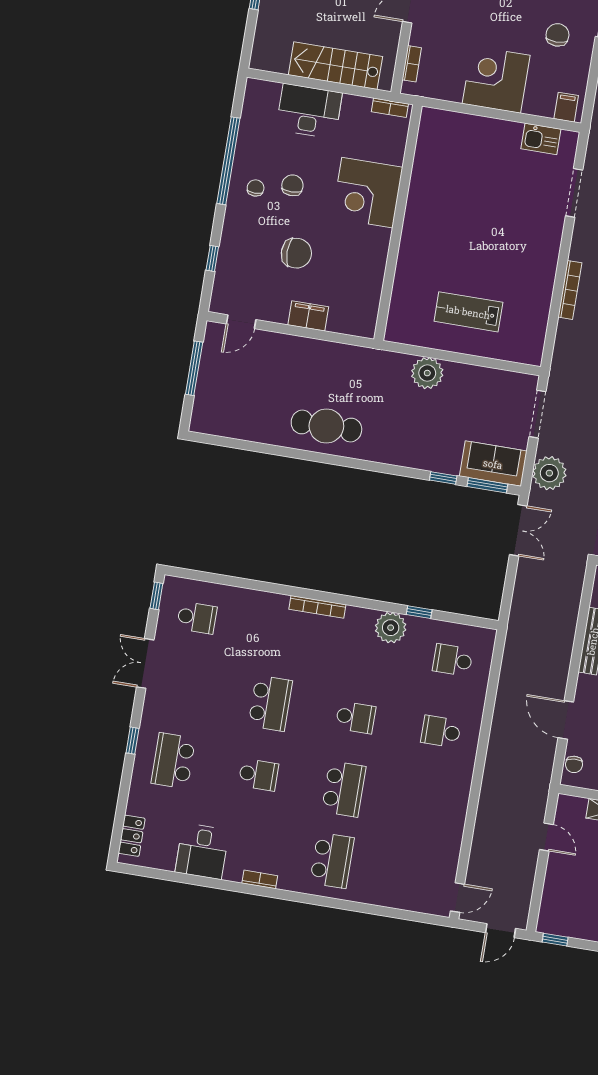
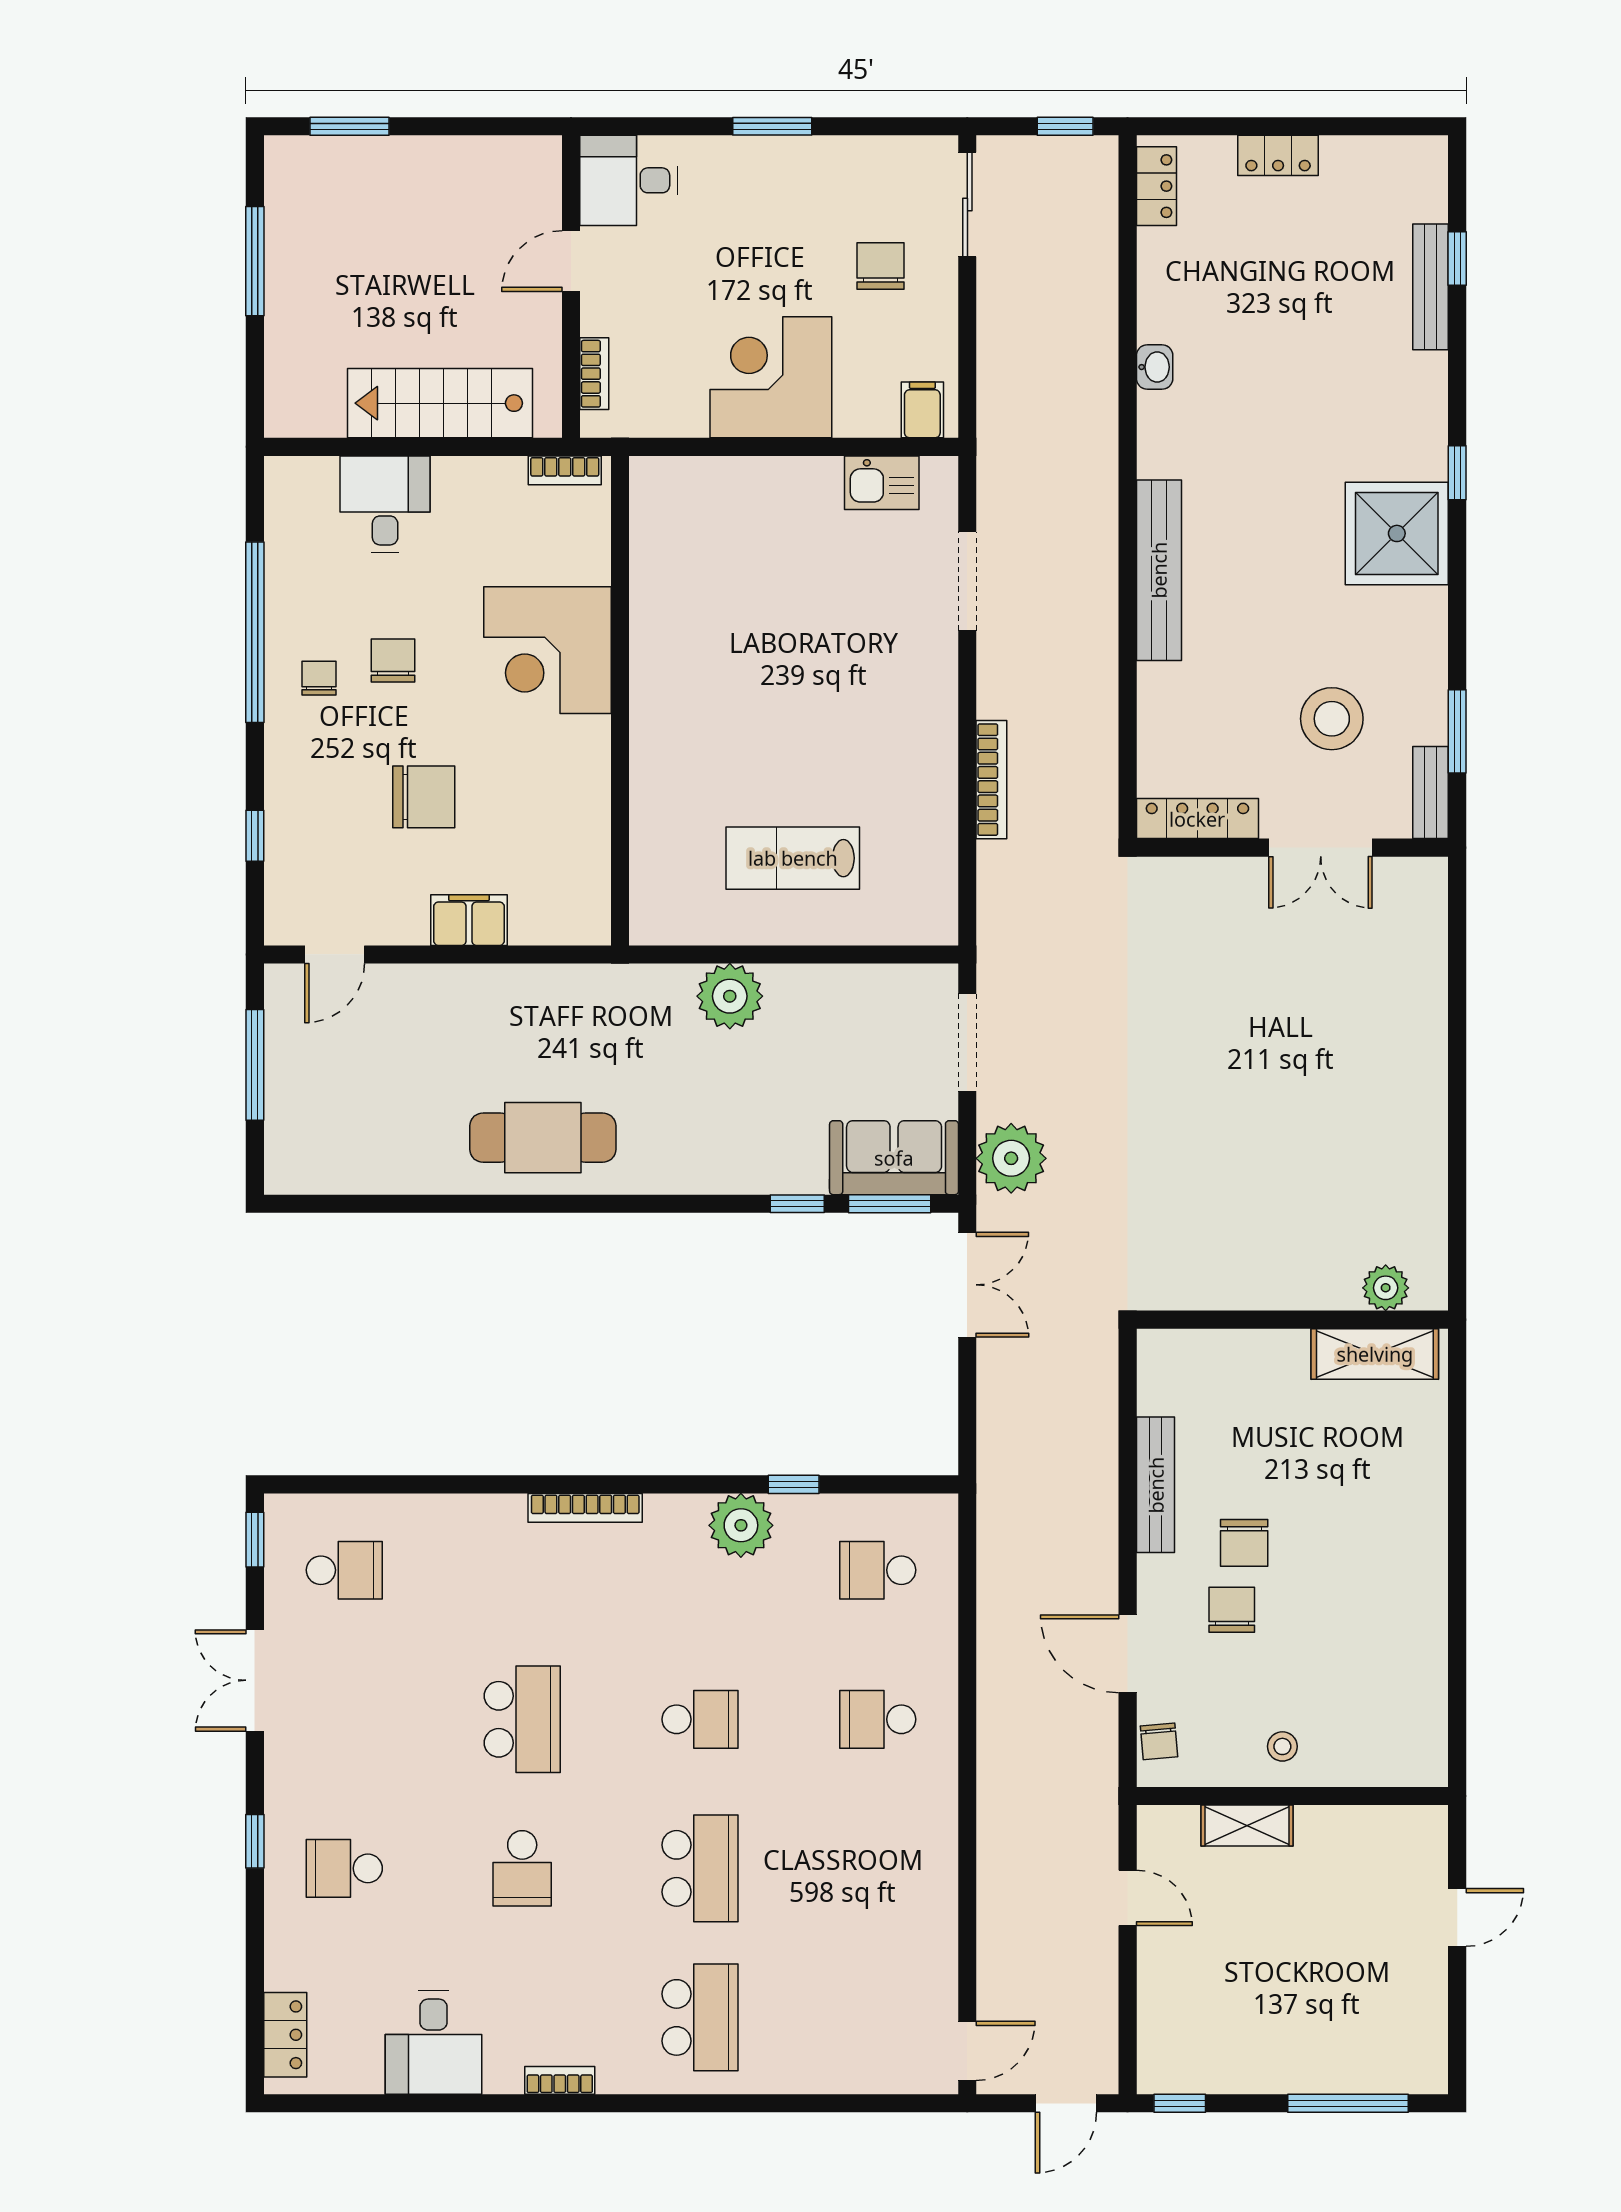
desk: (309, 111) -> (385, 504), width x0.73
school desk: (173, 761) -> (344, 1868), width x0.54
school desk: (258, 775) -> (522, 1868), turned 90

